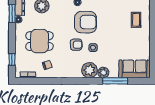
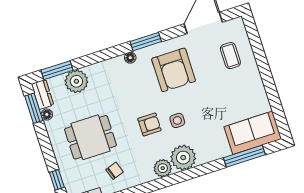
armchair: (85, 22) -> (174, 70), moved, turned 90
plant: (103, 72) -> (163, 168), moved
window: (115, 81) -> (244, 156), moved

